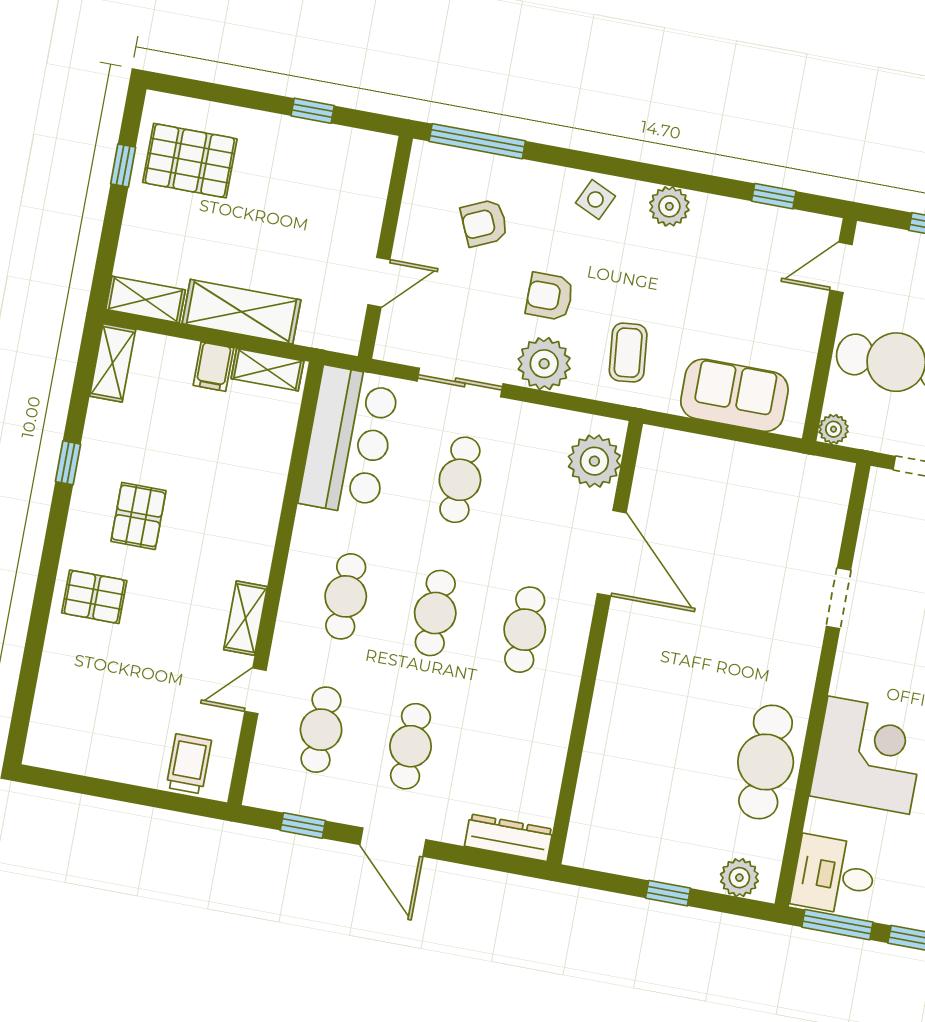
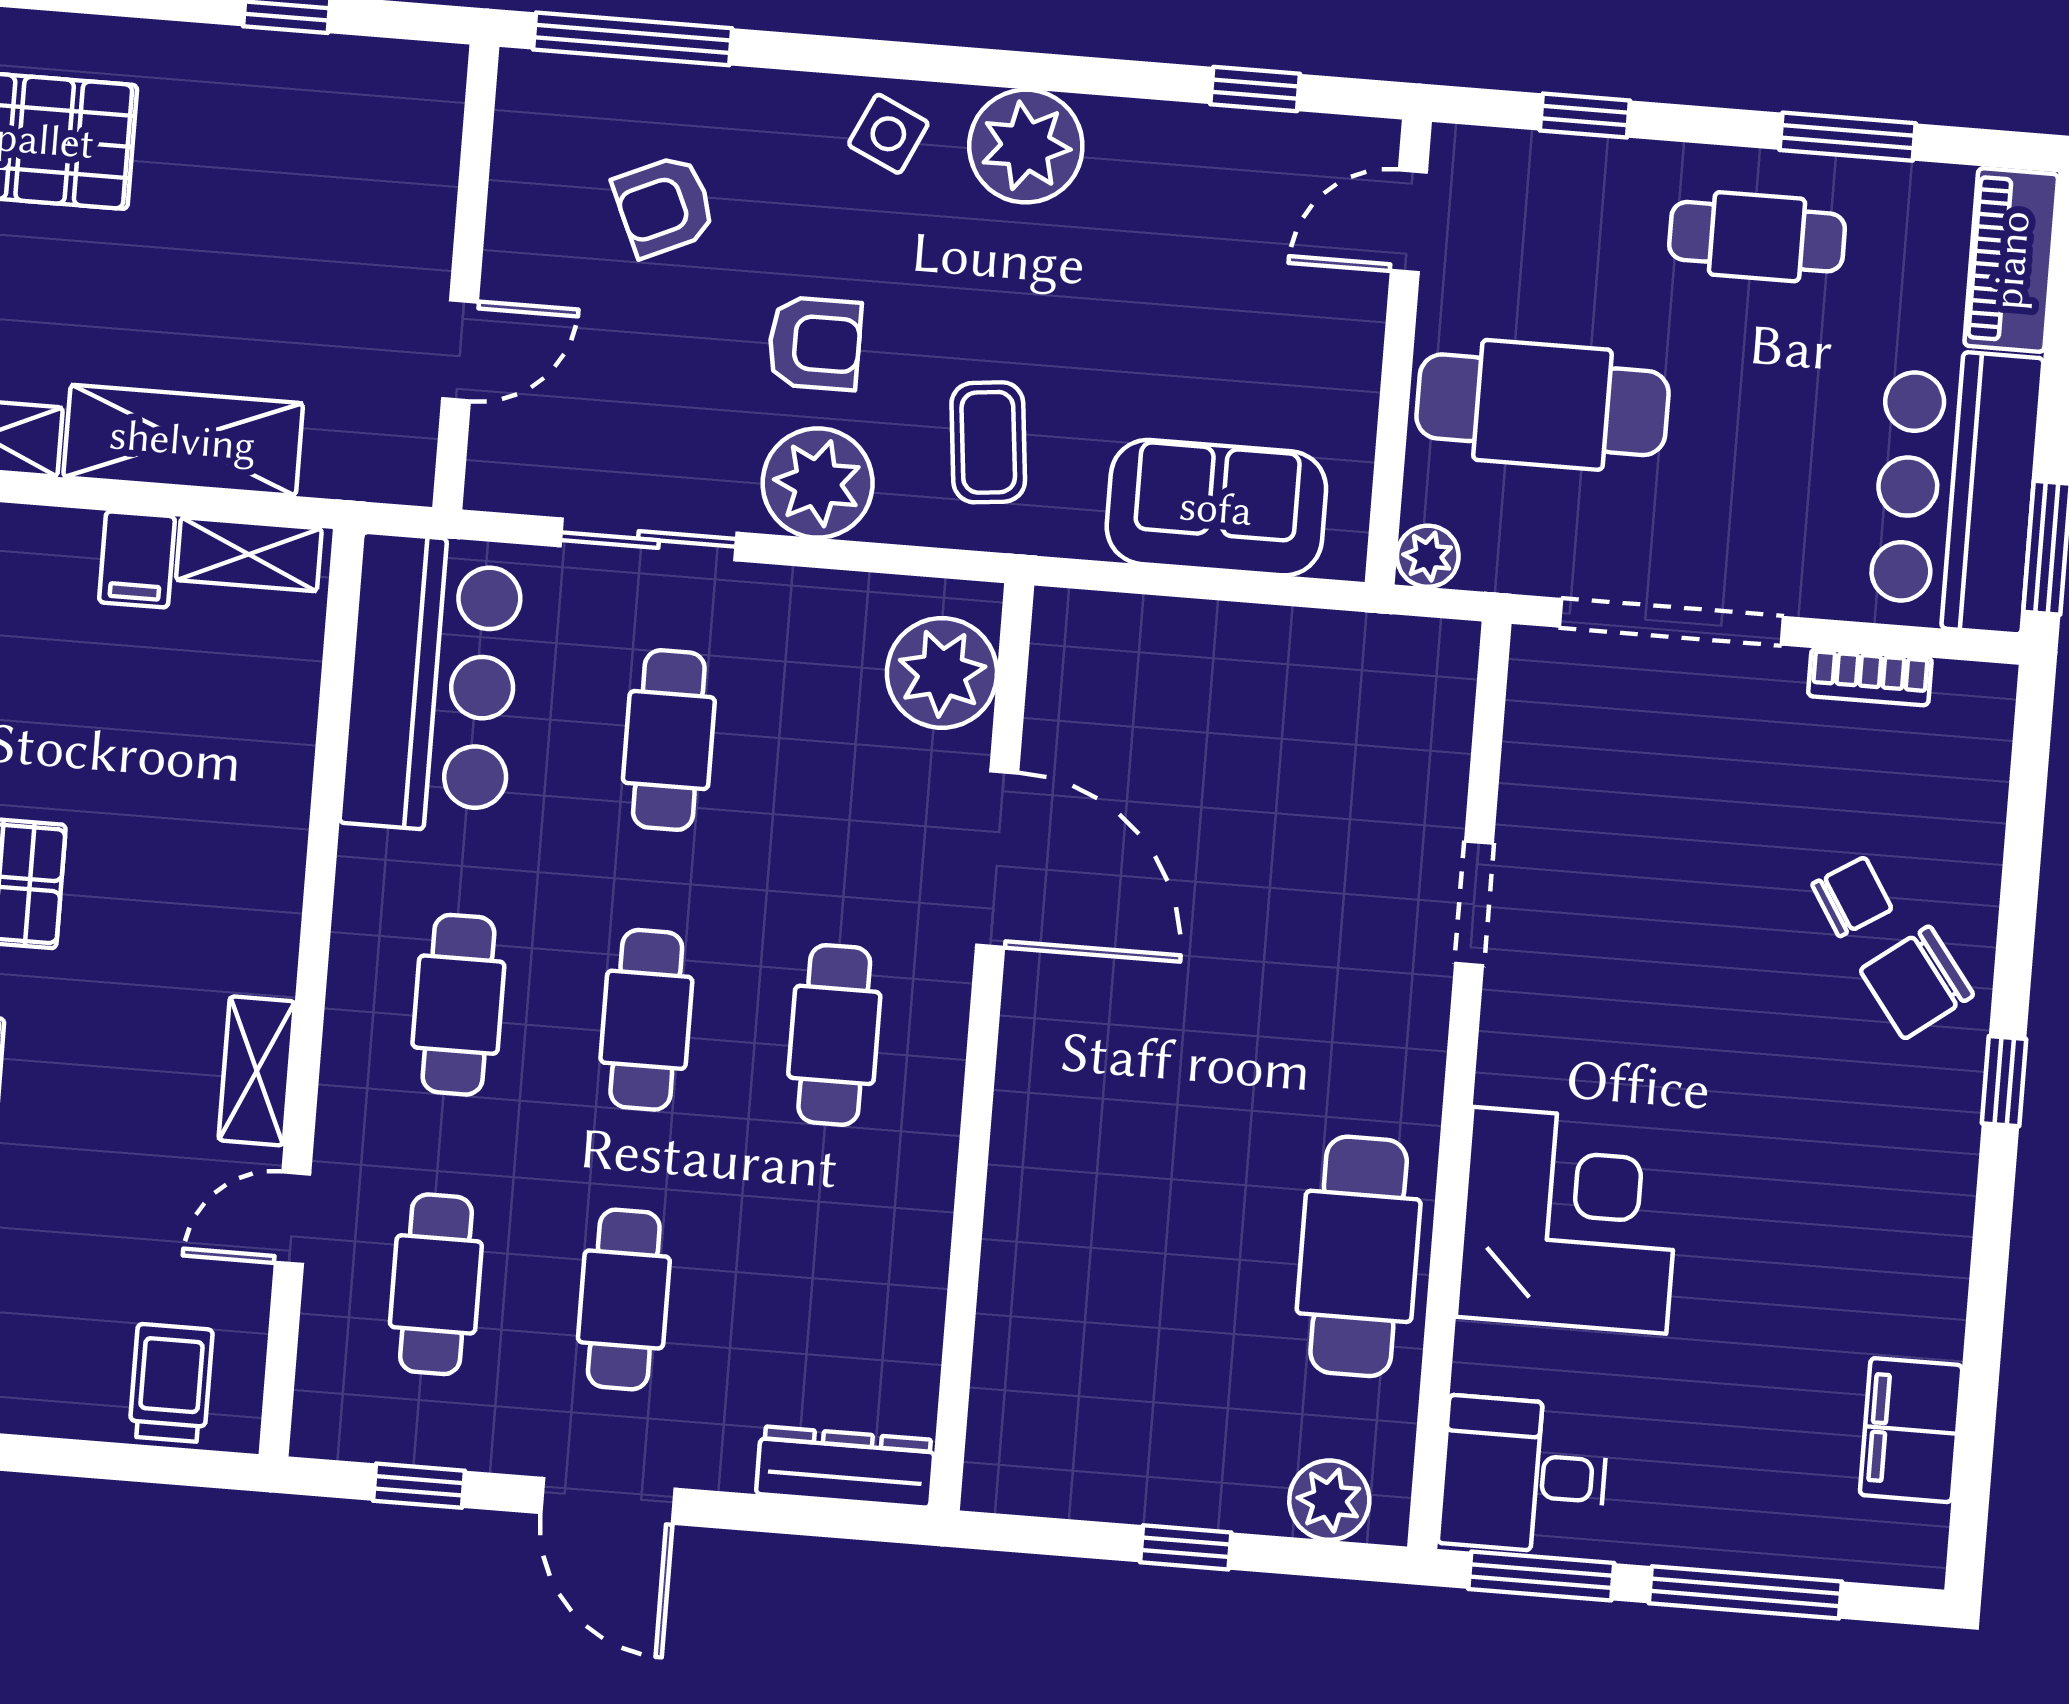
plant: (669, 206) -> (1026, 146), width x1.36, depth x1.36
armchair: (550, 296) -> (815, 343), turned 180

